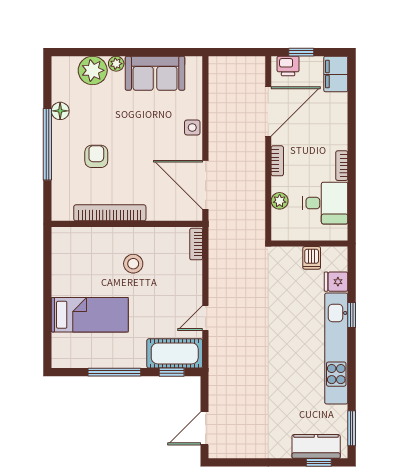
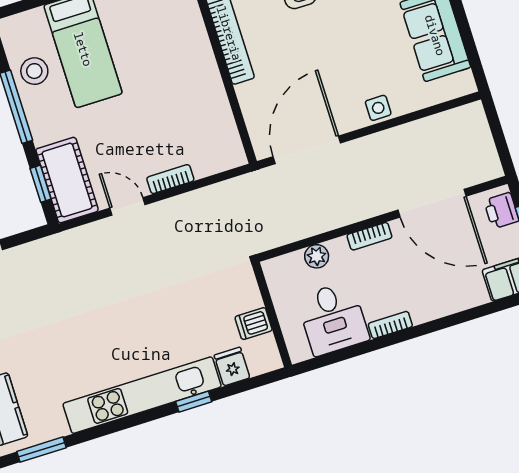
bookcase: (196, 244) -> (170, 179), moved
stool: (133, 264) -> (34, 71), moved

